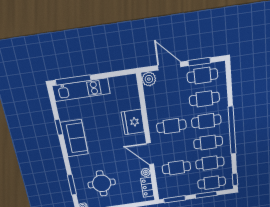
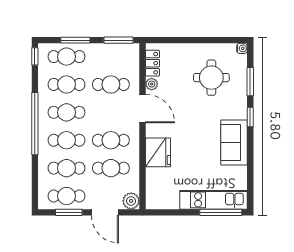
cafe table: (169, 104) -> (111, 168), added
window: (59, 127) -> (250, 117), moved

